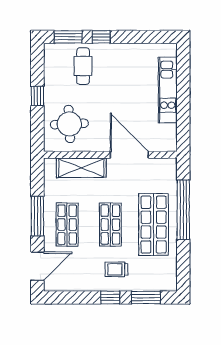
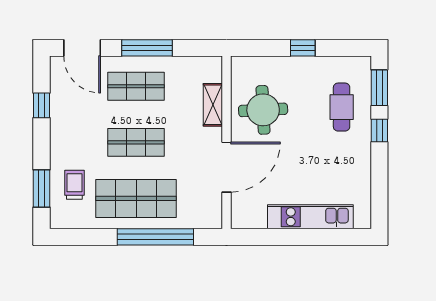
cafe table: (83, 66) -> (342, 107), turned 90
round table: (69, 124) -> (263, 110), moved
shelving: (81, 168) -> (213, 105), width x0.67, depth x0.75
trolley: (116, 269) -> (74, 185), moved
window: (110, 297) -> (42, 105), moved

